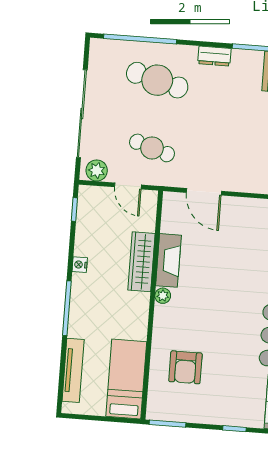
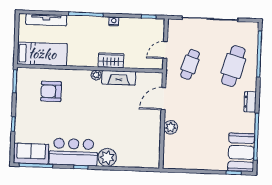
plant: (97, 170) -> (171, 127), moved
wardrobe: (141, 262) -> (111, 60), width x0.67

